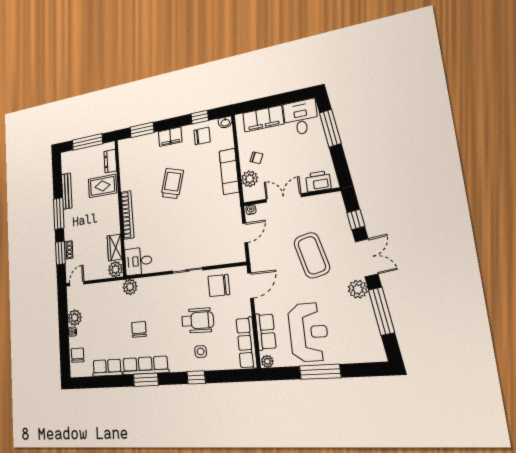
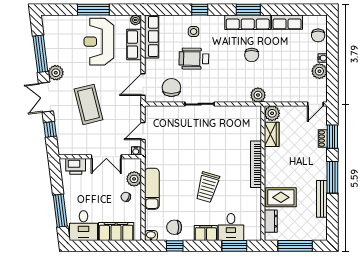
desk: (138, 261) -> (231, 227), moved, turned 90
chair: (219, 285) -> (171, 88), turned -90

